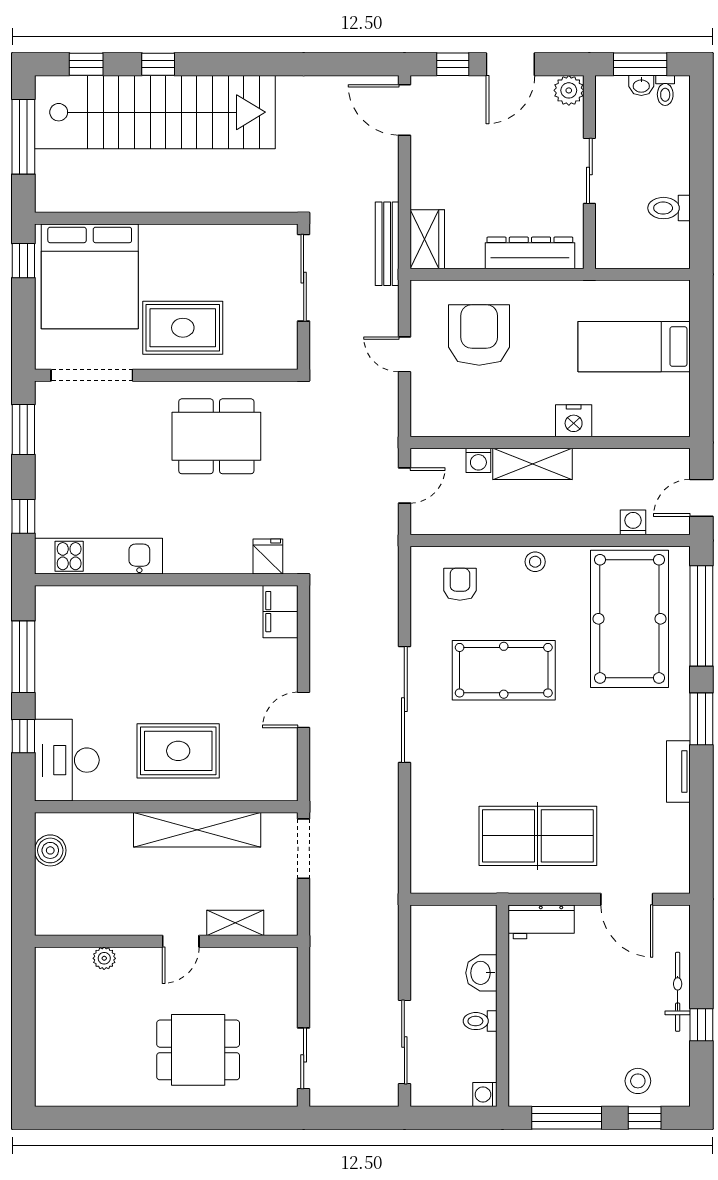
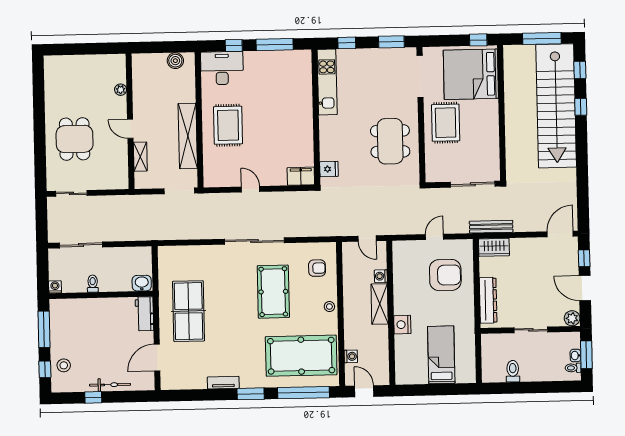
washbasin: (481, 973) -> (142, 283), moved

